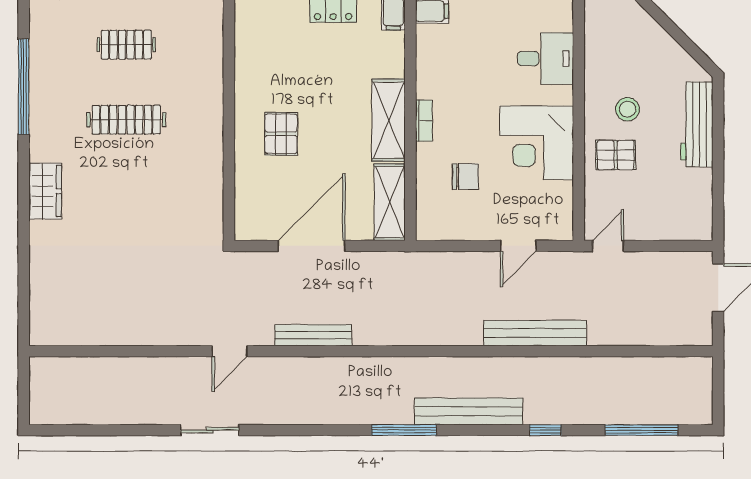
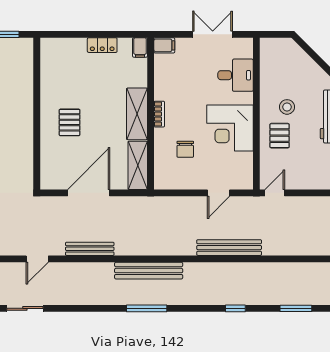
pallet: (616, 155) -> (280, 136), turned 90
chair: (465, 177) -> (185, 149), turned 90
bench: (469, 411) -> (149, 271), moved
window: (642, 430) -> (296, 308), width x0.69

